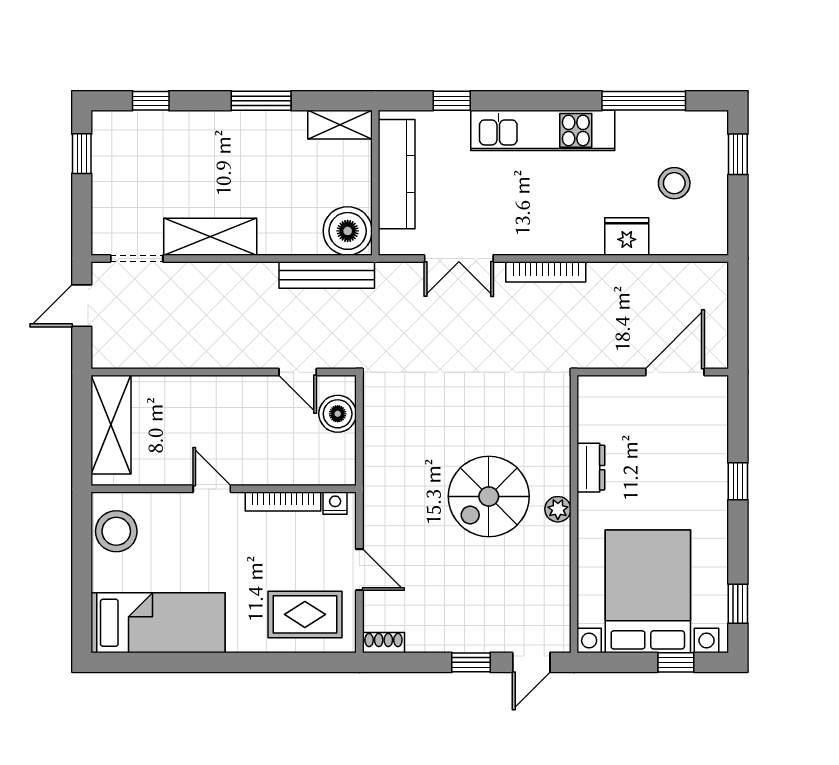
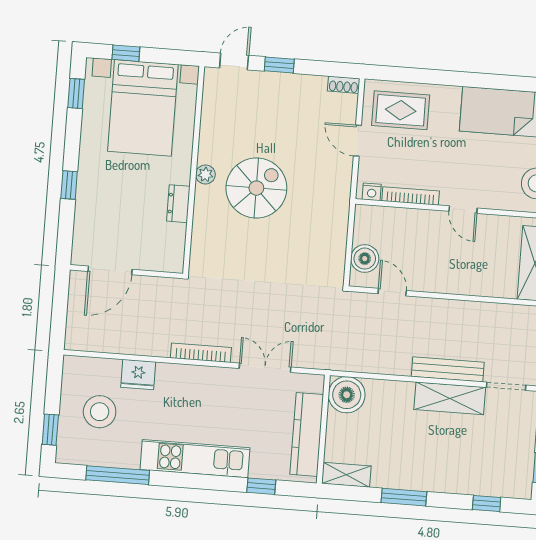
stool: (674, 183) -> (100, 412), width x1.38, depth x1.38
bench: (327, 275) -> (448, 369), moved

